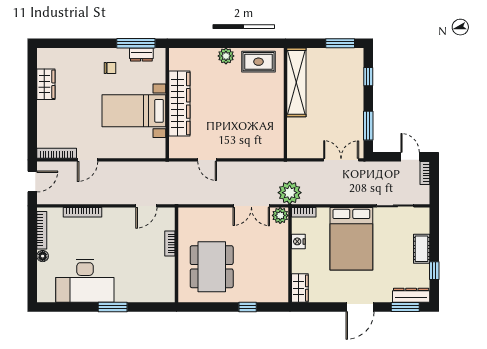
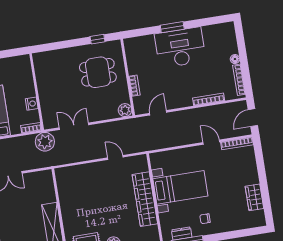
door: (88, 160) -> (211, 142), hinge flipped
plant: (280, 215) -> (125, 110), moved
dining table: (212, 267) -> (98, 72), width x0.73
desk: (85, 281) -> (180, 48), moved
wardrobe: (300, 288) -> (24, 66), removed
window: (248, 307) -> (98, 39), moved

